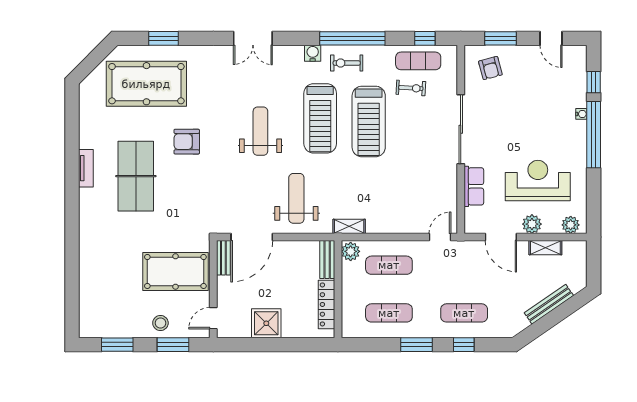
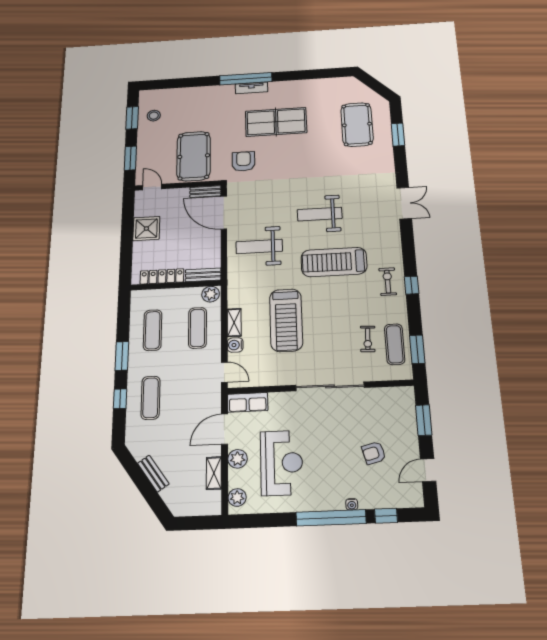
double door: (253, 38) -> (404, 203), swing flipped
window: (352, 38) -> (412, 285), width x0.32
window: (425, 38) -> (417, 349), width x1.50
water cooler: (313, 53) -> (235, 345), moved, turned 180
armchair: (490, 68) -> (374, 453), moved
pool table: (146, 84) -> (357, 125), width x0.73, depth x0.76
treadmill: (369, 121) -> (286, 320), moved, turned -90
weight bench: (260, 131) -> (320, 214), turned 180
armchair: (187, 142) -> (243, 161), moved
tv unit: (86, 168) -> (251, 88), moved
row of seats: (474, 186) -> (248, 402), moved
weight bench: (296, 198) -> (259, 246), turned 180
window: (72, 210) -> (246, 79), added
shelving: (349, 226) -> (234, 323), moved
bench: (549, 304) -> (153, 474), width x0.73
stool: (160, 323) -> (154, 116), moved

